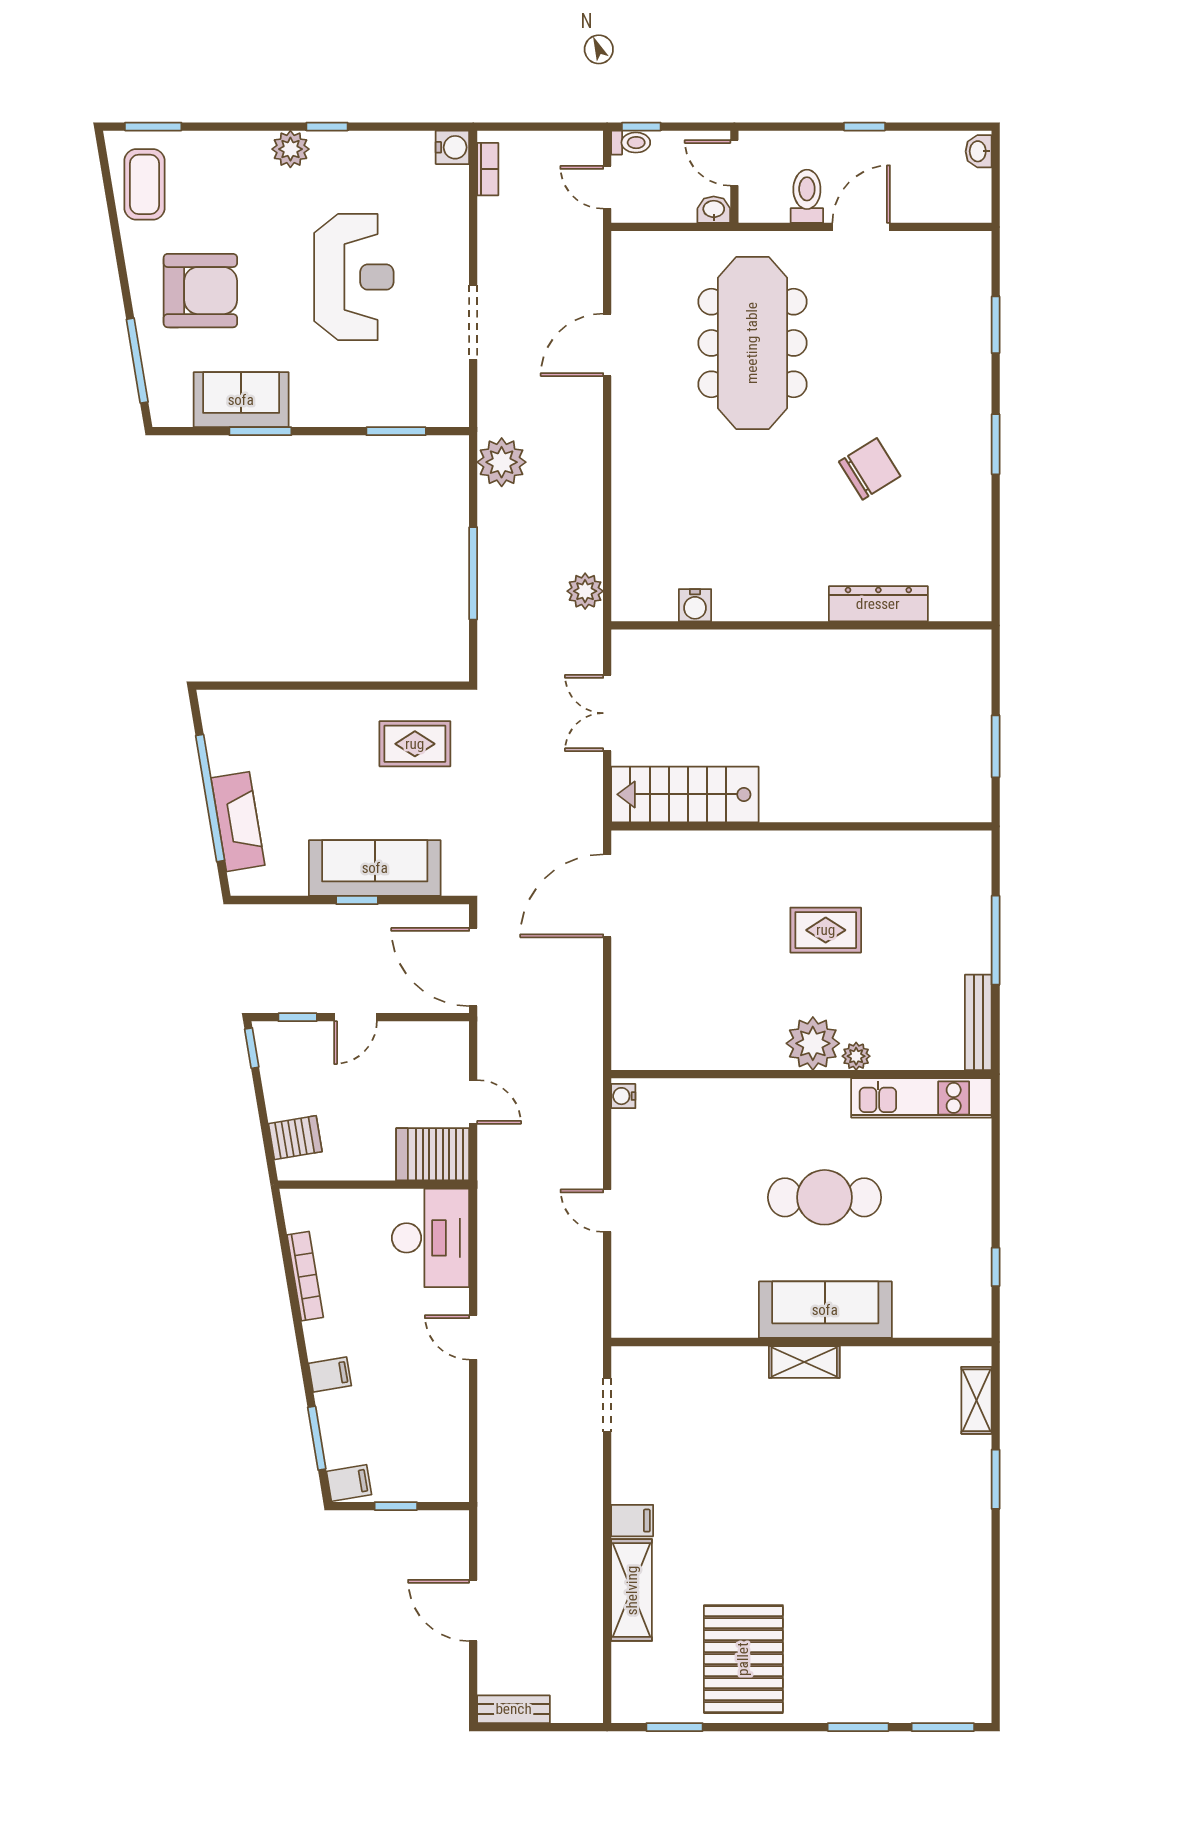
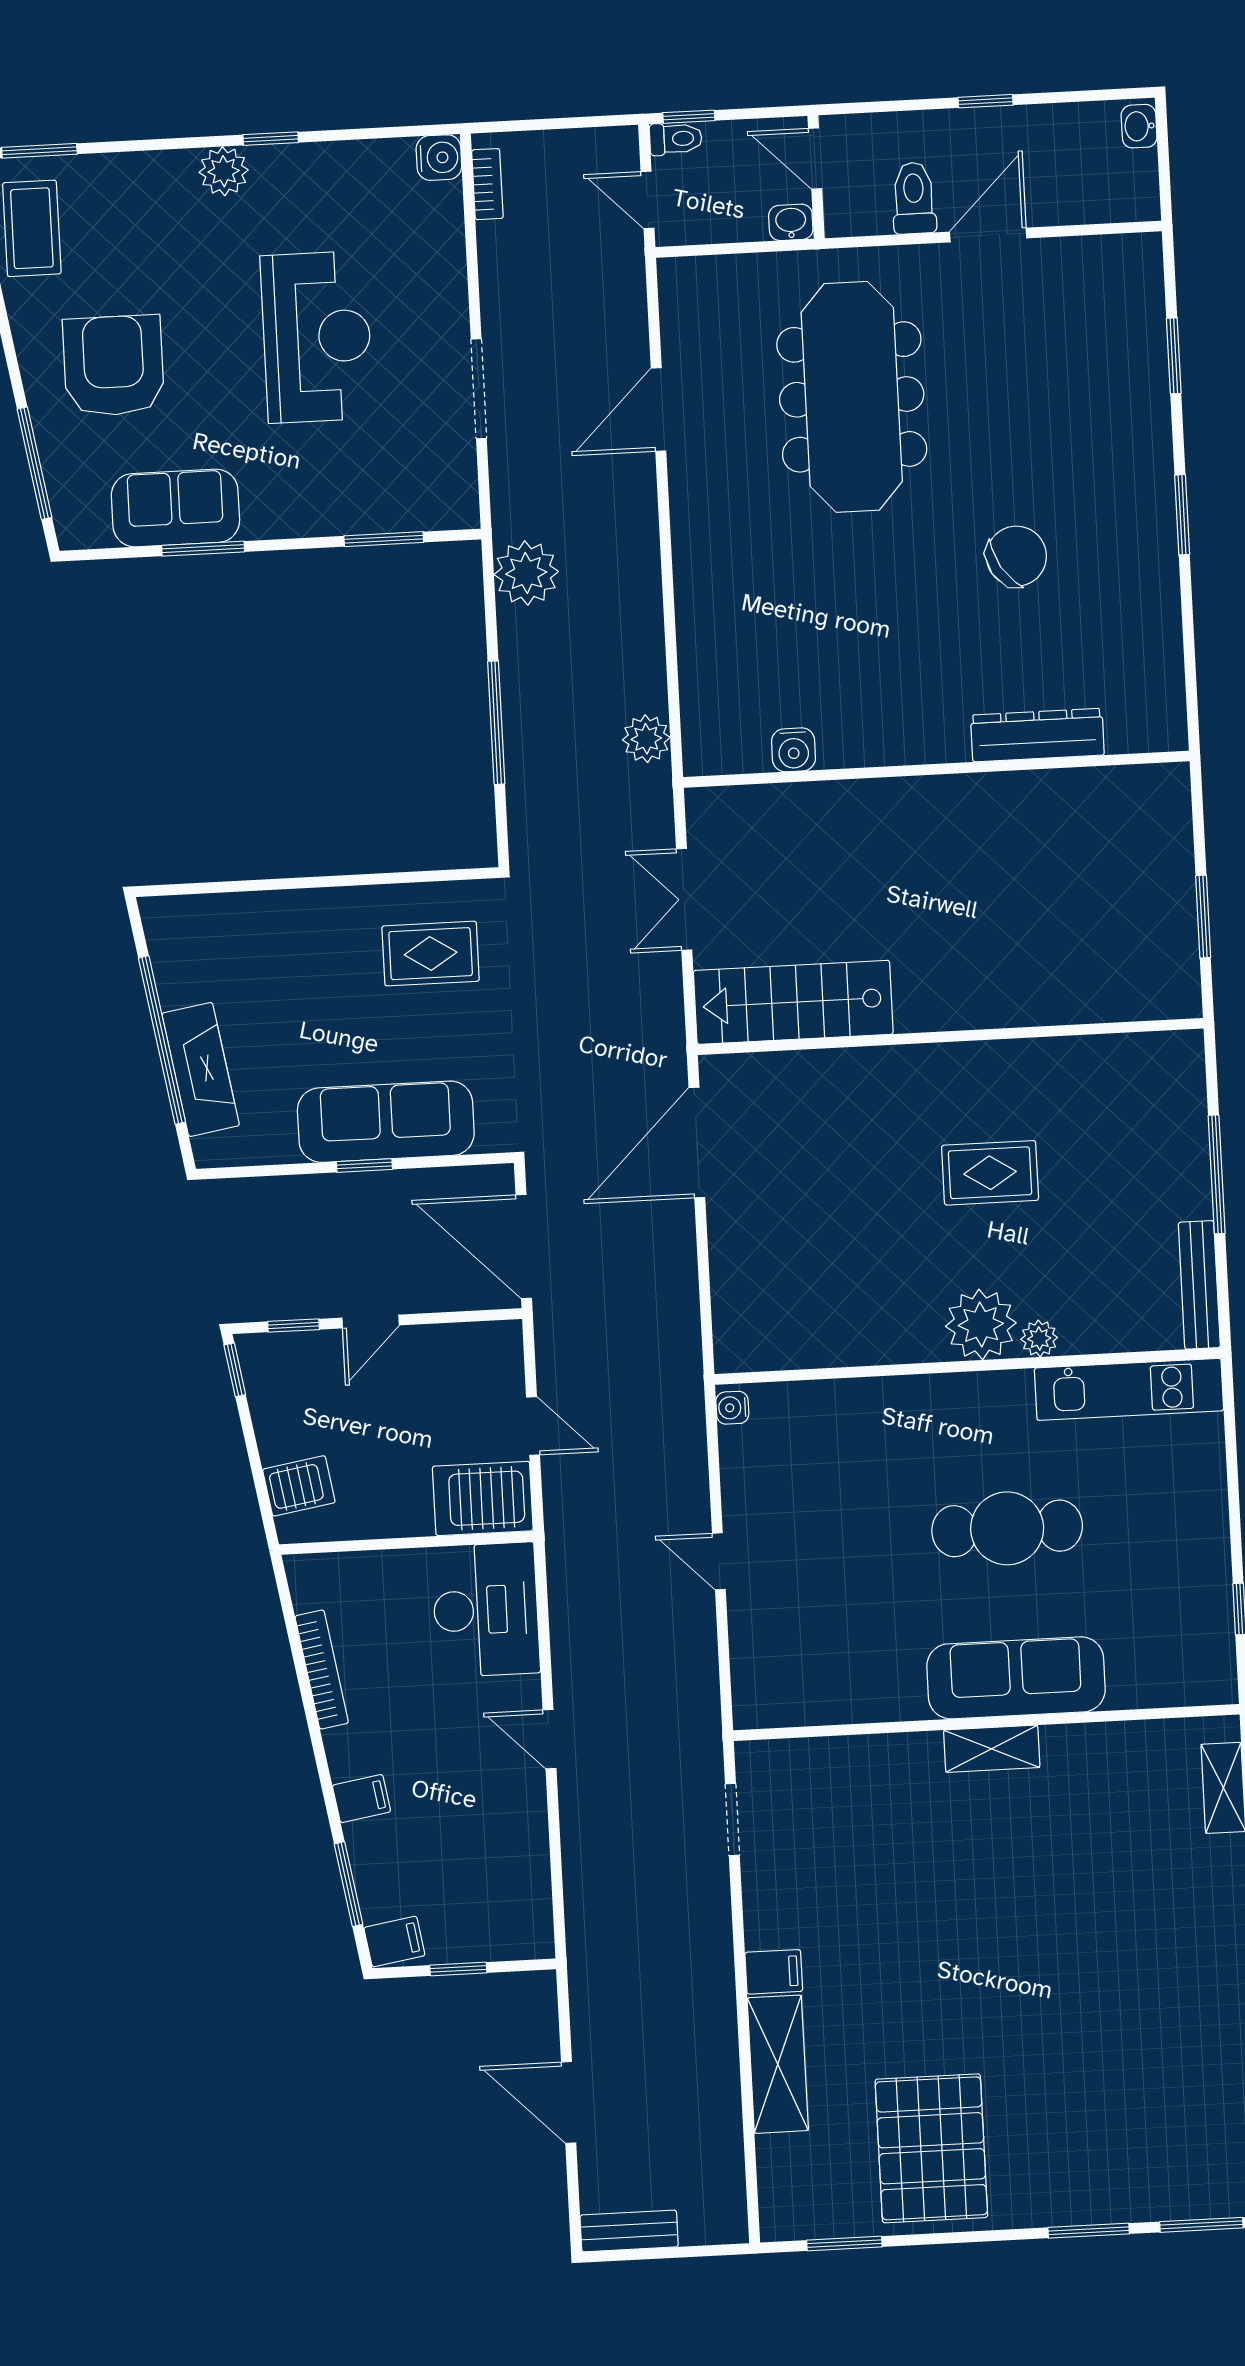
armchair: (200, 291) -> (114, 366), turned -90

